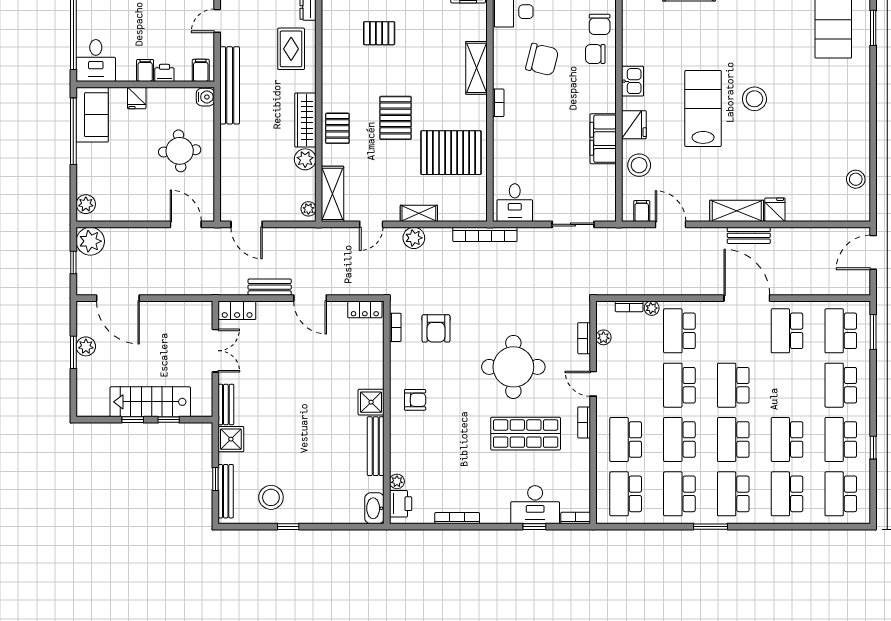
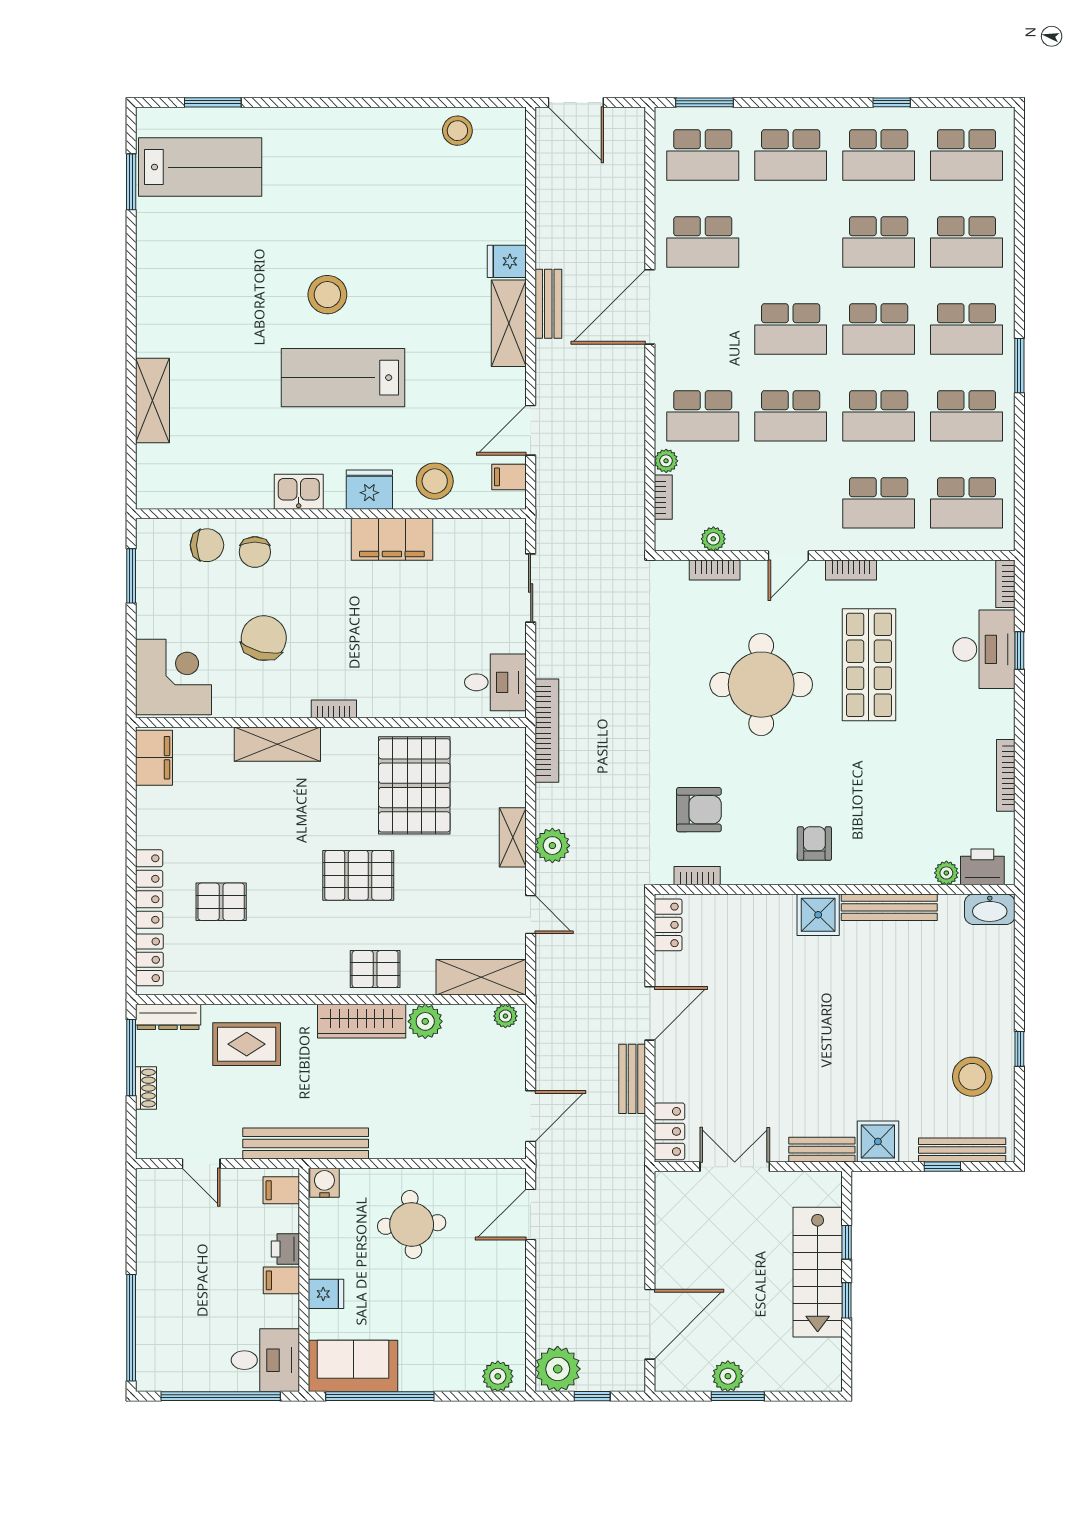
pallet: (379, 33) -> (221, 902), turned 90

